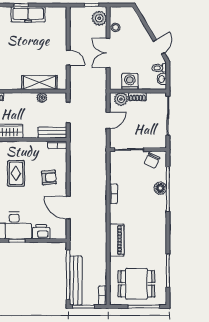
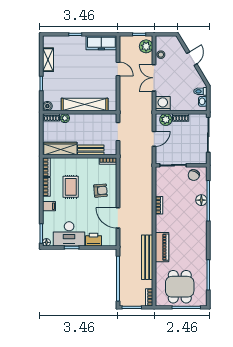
freezer: (28, 14) -> (101, 43), moved
door: (159, 47) -> (192, 59), moved
door: (68, 58) -> (118, 69), moved
washing machine: (130, 81) -> (163, 104), moved
shelving: (39, 83) -> (85, 105), width x1.47
plant: (42, 98) -> (65, 118), moved
bench: (52, 133) -> (91, 150), moved
bench: (76, 280) -> (147, 257), moved
dining table: (136, 284) -> (180, 287), turned 90

